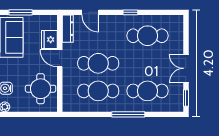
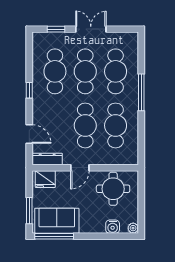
door: (90, 12) -> (29, 134), hinge flipped
fridge: (49, 40) -> (45, 179), moved
cafe table: (147, 63) -> (85, 71), added
double door: (186, 68) -> (91, 29), swing flipped
window: (186, 98) -> (56, 29), moved

